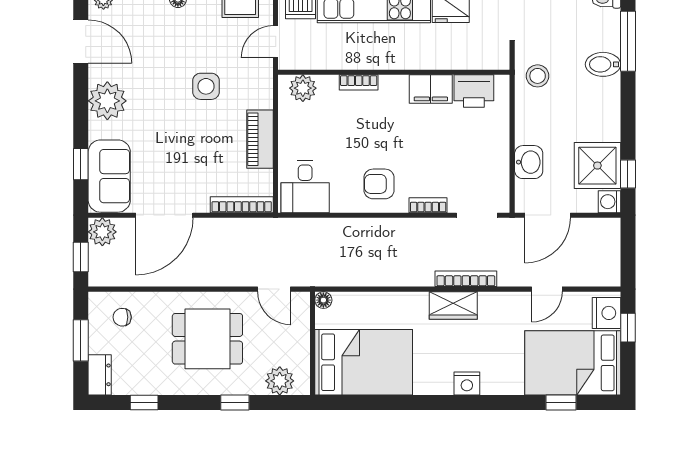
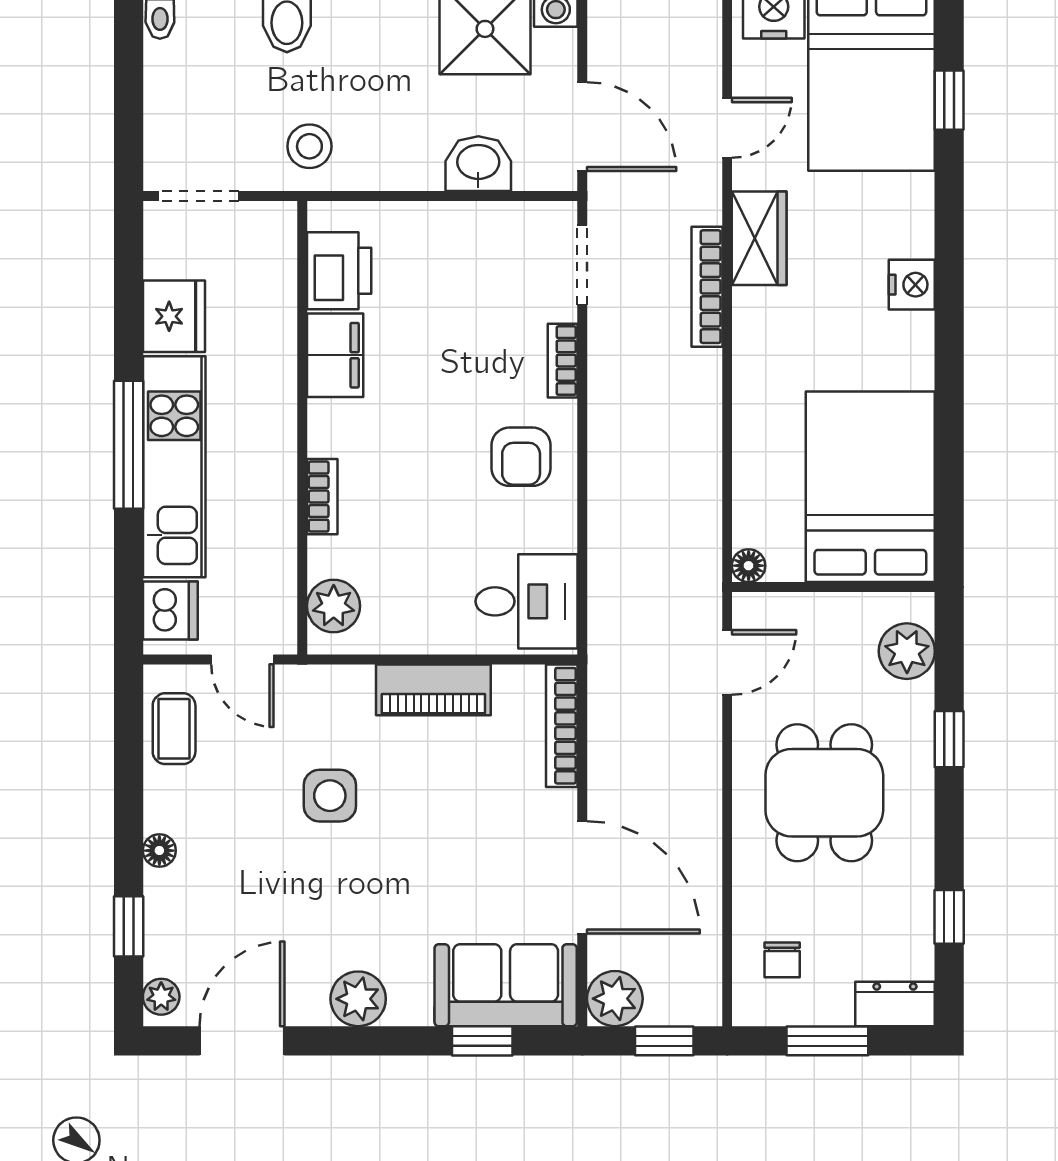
plant: (107, 101) -> (358, 999), width x0.73, depth x0.73
door: (547, 289) -> (727, 128), hinge flipped
wardrobe: (453, 306) -> (759, 238), moved

